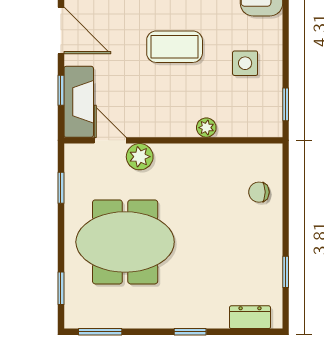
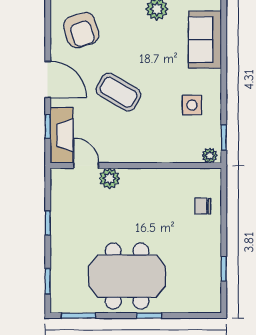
coffee table: (175, 47) -> (118, 92), moved, turned 30
plant: (206, 128) -> (210, 156), moved
window: (61, 188) -> (48, 223), moved
meeting table: (125, 242) -> (127, 276), moved
dresser: (250, 317) -> (196, 304), removed

